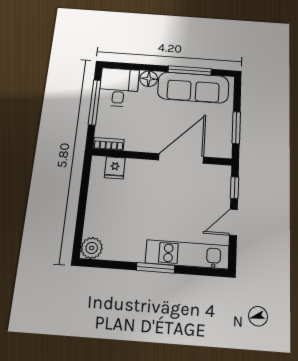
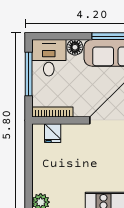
bookcase: (109, 144) -> (53, 112), width x1.56

